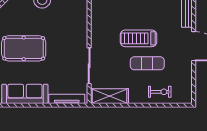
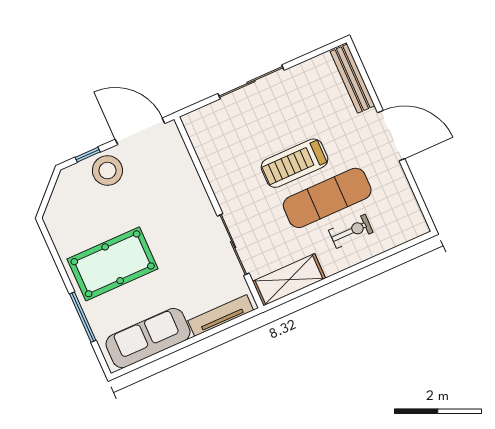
exercise mat: (147, 63) -> (327, 198), width x1.36, depth x1.45
exercise bike: (160, 92) -> (351, 231), moved

